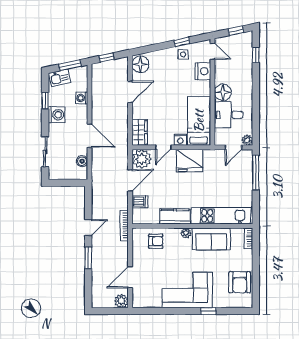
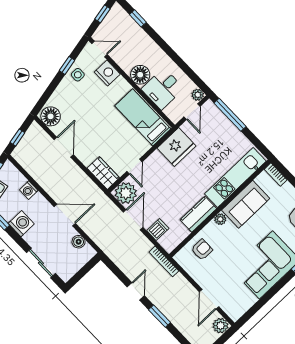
nightstand: (180, 140) -> (143, 147), removed
fridge: (190, 160) -> (177, 147), moved

